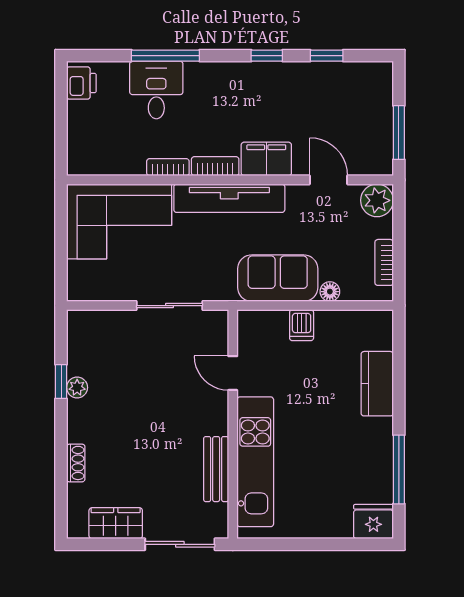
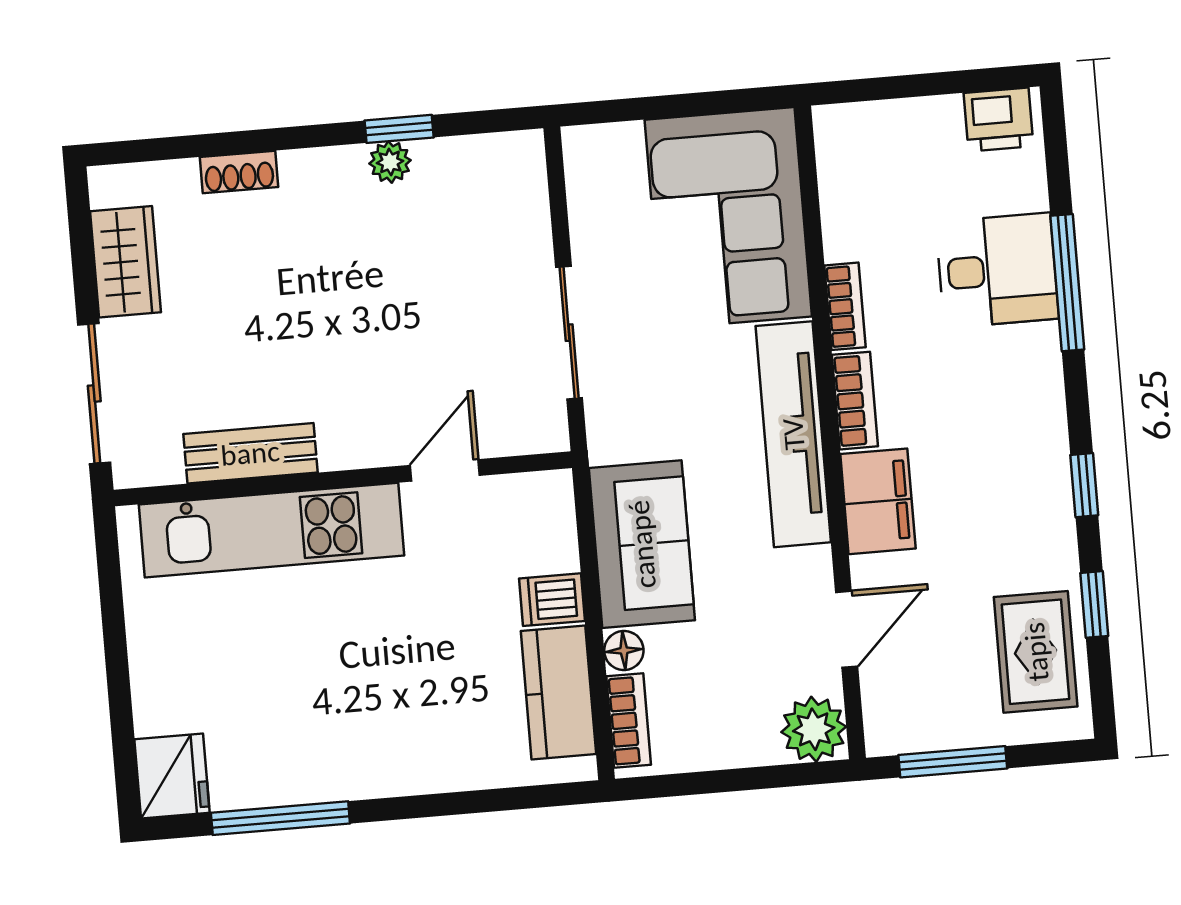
rug: (348, 87) -> (1036, 652), added
bookcase: (384, 262) -> (629, 721), moved, turned 90
kitchen counter: (377, 384) -> (558, 693), moved, turned -90

